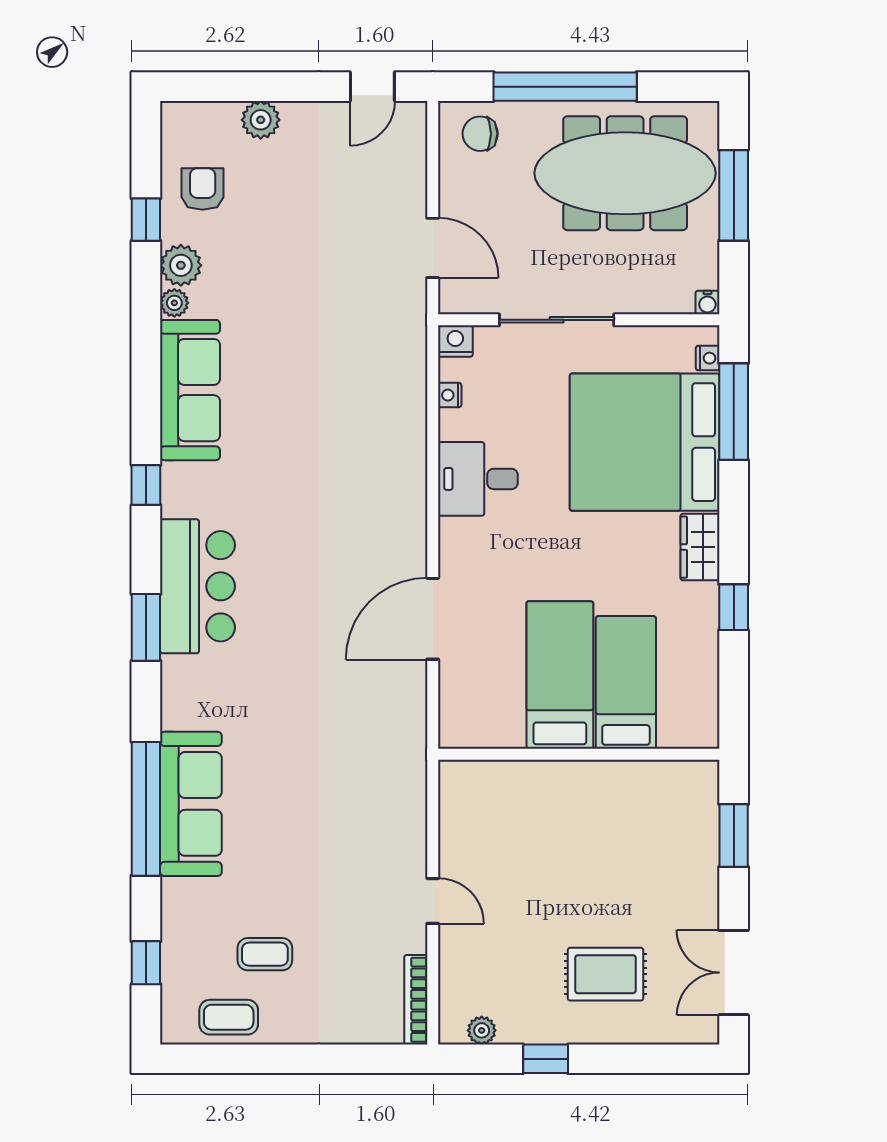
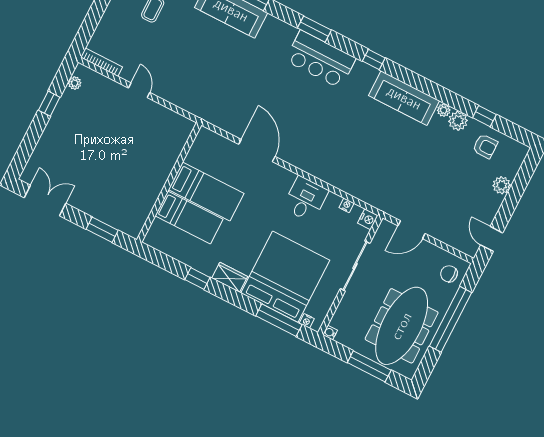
chair: (480, 134) -> (449, 274), turned -90
door: (433, 901) -> (139, 90), swing flipped
rug: (605, 974) -> (72, 147), removed

